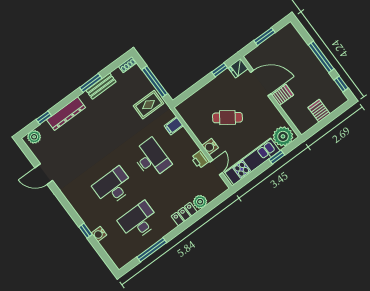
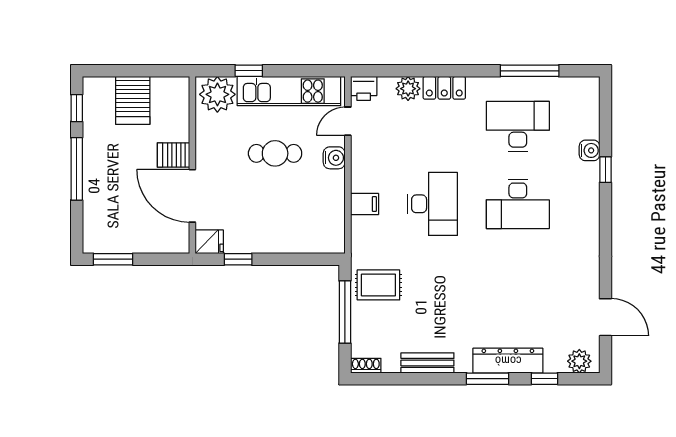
window: (265, 37) -> (113, 259), moved
window: (91, 83) -> (487, 379), moved
server rack: (319, 111) -> (133, 100), width x1.36, depth x1.44
cafe table: (227, 118) -> (275, 153), moved, turned -35
filing cabinet: (174, 126) -> (365, 204), moved
desk: (151, 159) -> (432, 204), turned 180
printer: (200, 159) -> (364, 88), moved, turned 90
door: (44, 174) -> (605, 317), moved
desk: (139, 221) -> (518, 126), turned 180

